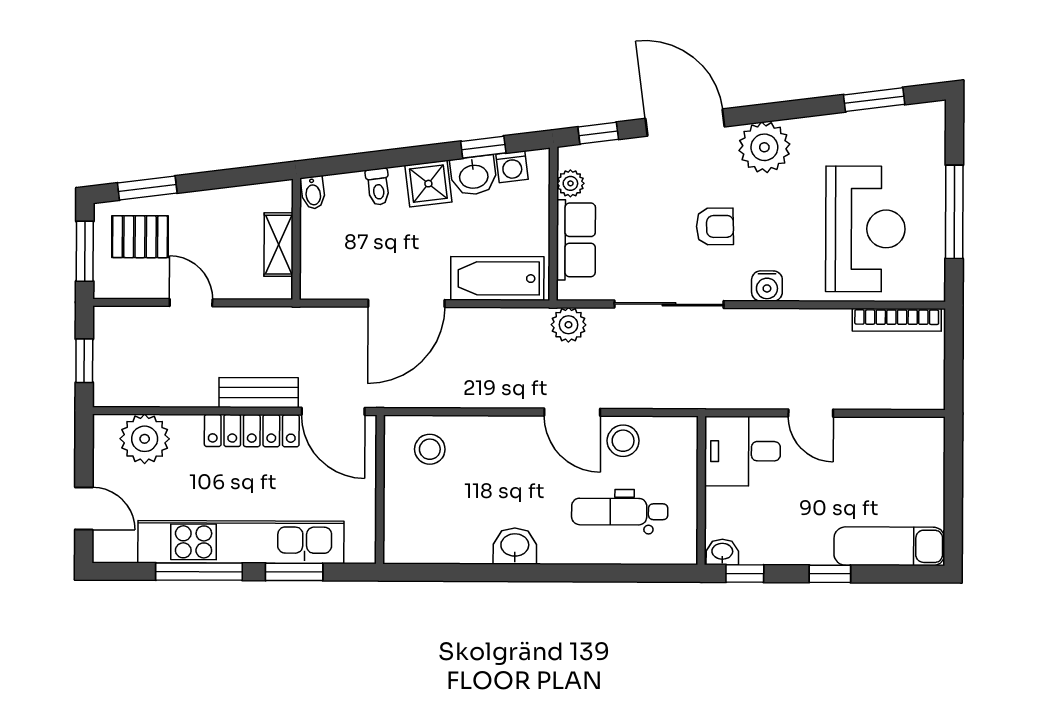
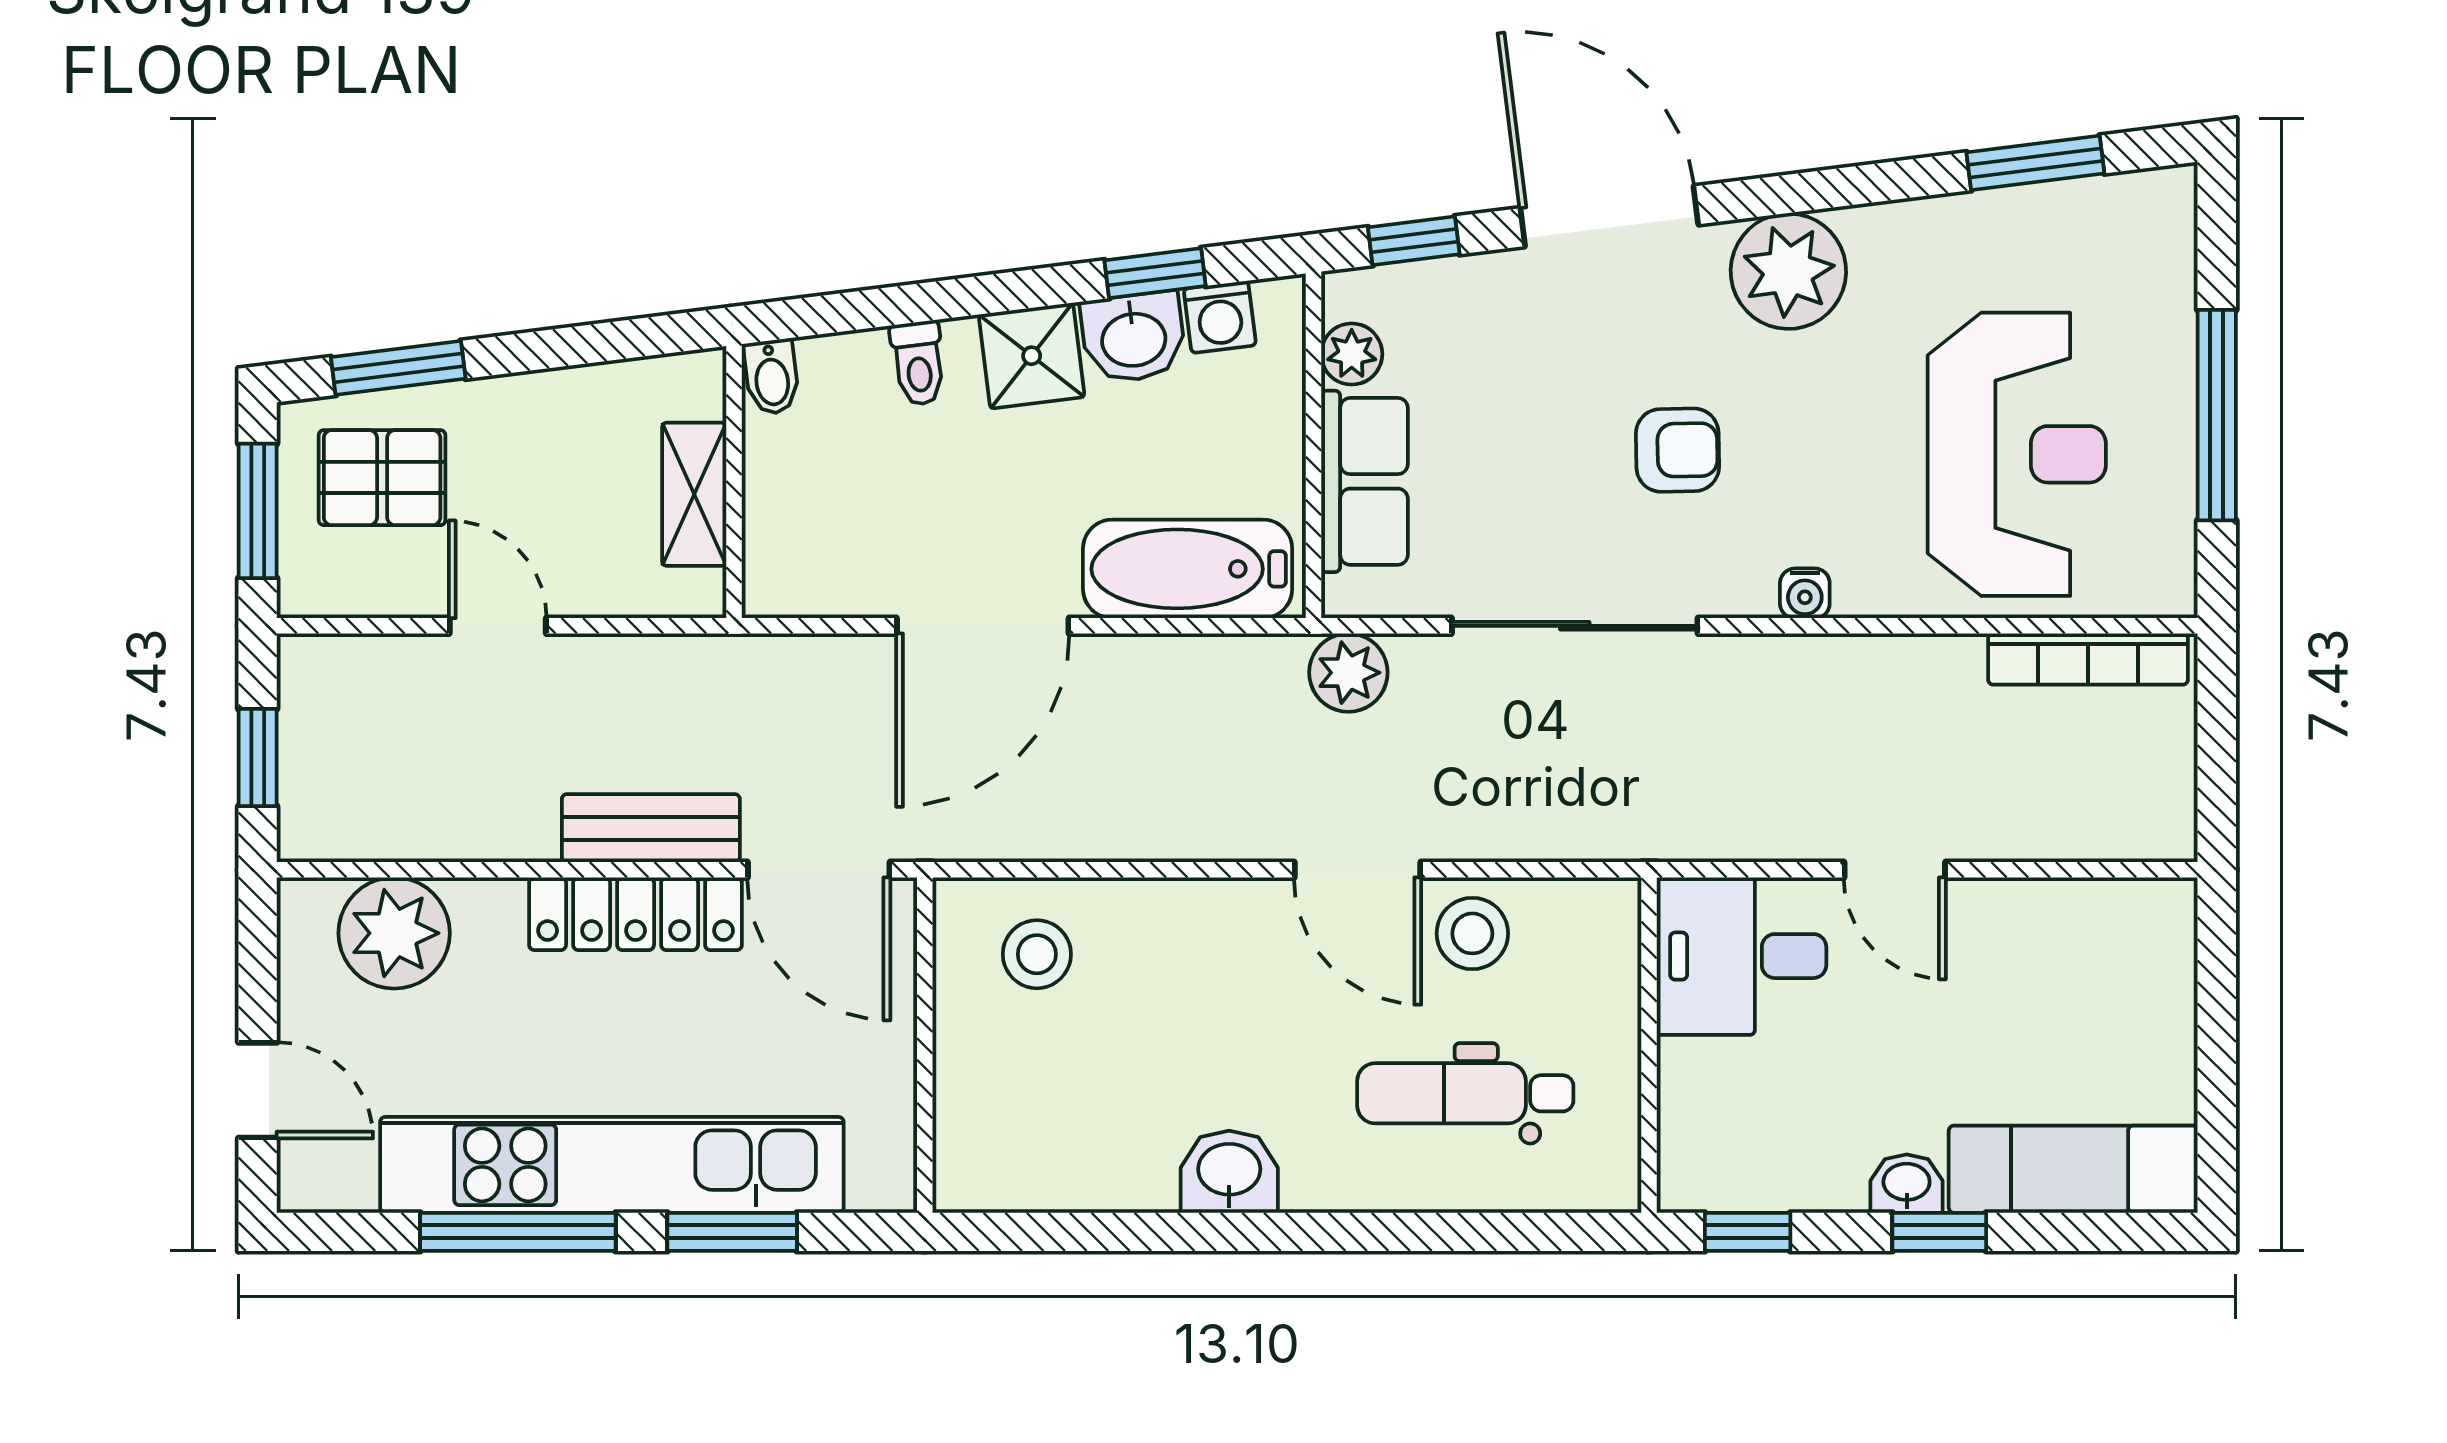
water cooler: (767, 286) -> (1805, 593), width x0.72, depth x0.72
washbasin: (722, 552) -> (1907, 1184), moved

